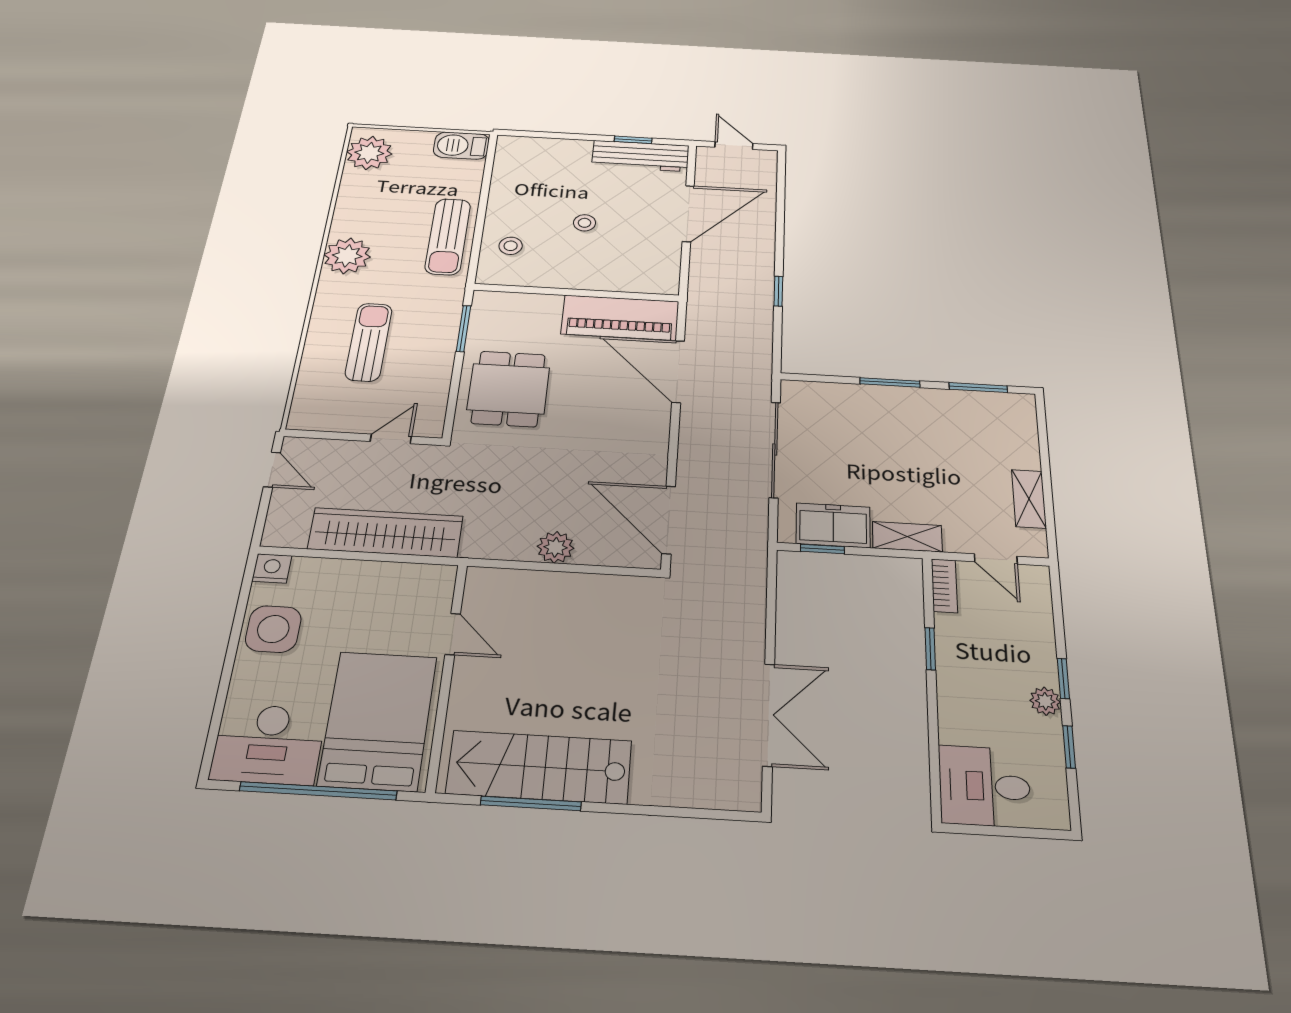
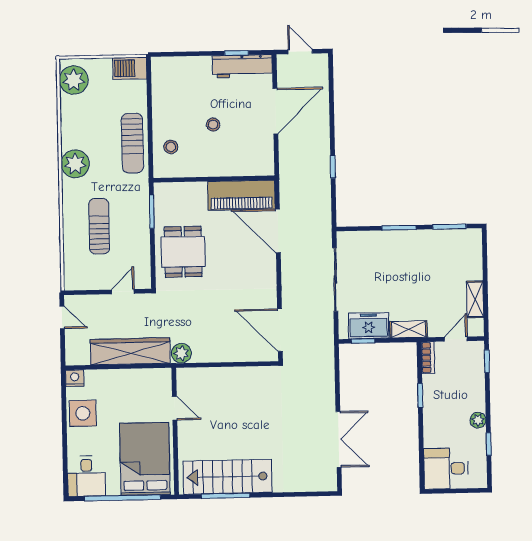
plant: (556, 547) -> (181, 353), moved
door: (996, 559) -> (456, 339), swing flipped
window: (1063, 679) -> (487, 361), moved
desk: (268, 744) -> (86, 476), width x0.73

